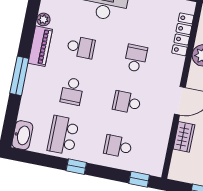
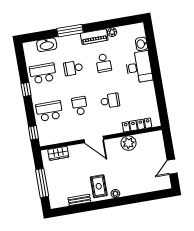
washbasin: (22, 135) -> (47, 45), moved
wardrobe: (184, 137) -> (58, 153), moved
school desk: (118, 146) -> (49, 111), width x1.85

